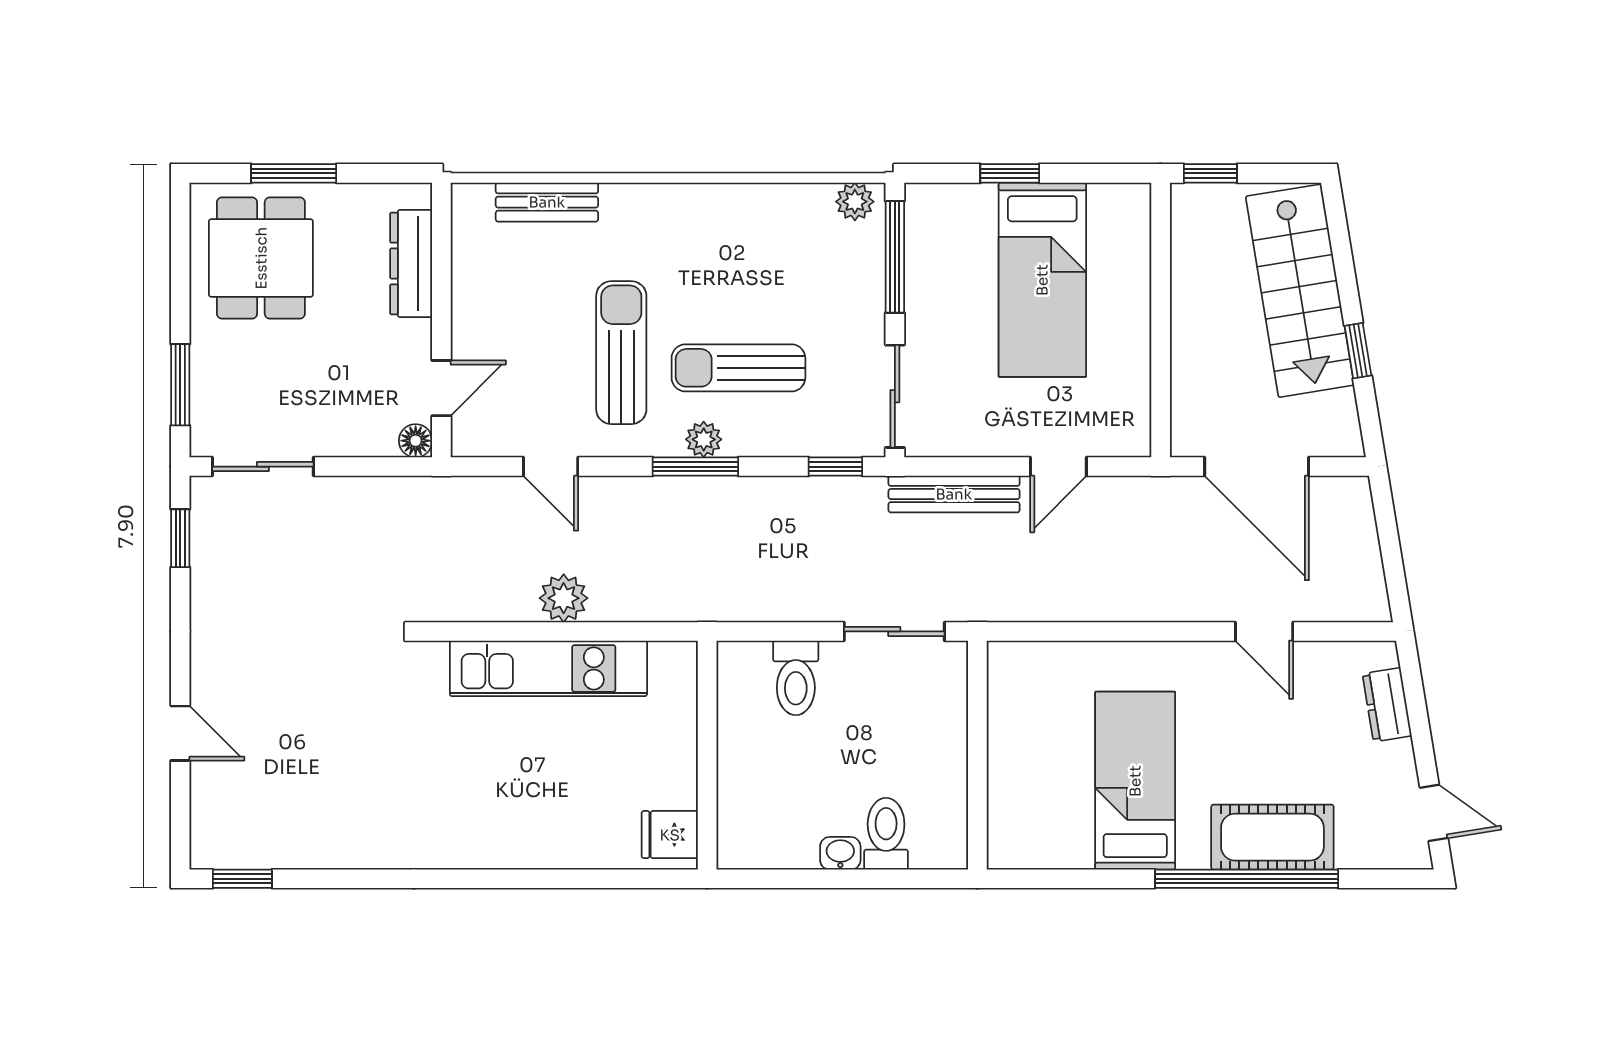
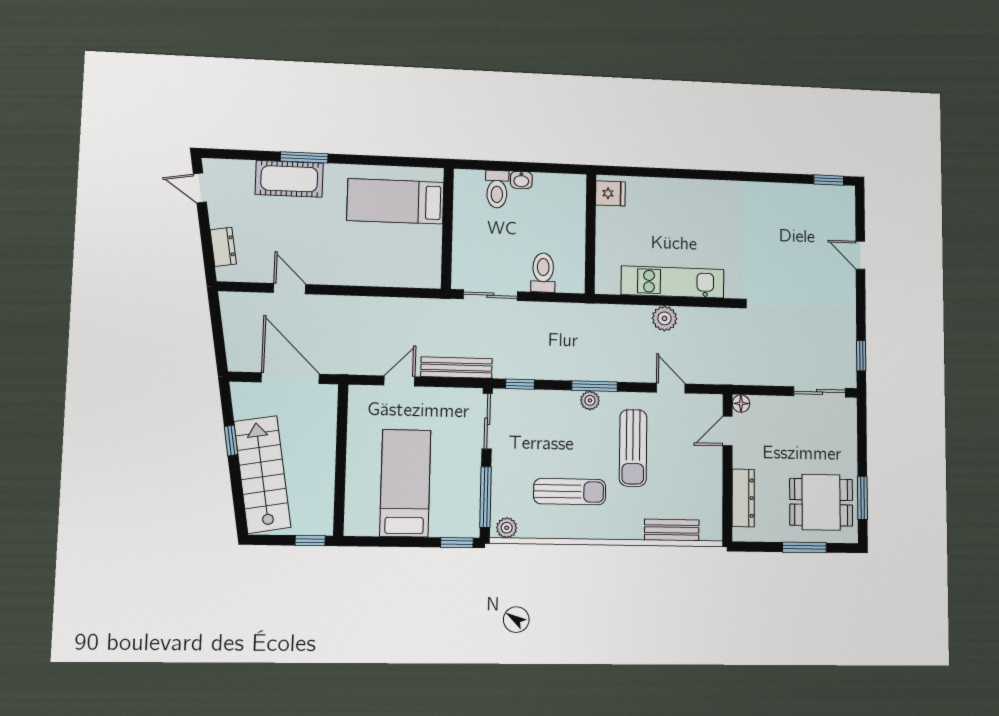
window: (1010, 173) -> (457, 543), moved
dining table: (261, 258) -> (821, 502), turned 90
sun lounger: (738, 368) -> (570, 492), moved
window: (180, 385) -> (862, 498), moved
bed: (1135, 781) -> (395, 201), moved, turned 90
window: (1247, 879) -> (304, 157), width x0.47

